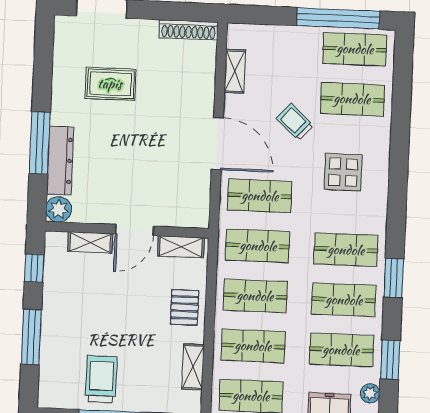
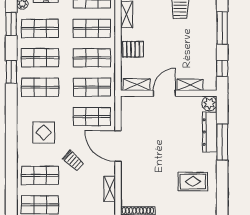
rug: (110, 84) -> (193, 182), moved
pallet: (185, 307) -> (133, 49), turned 90

